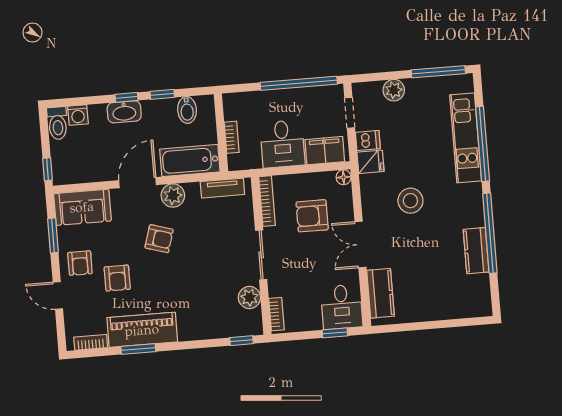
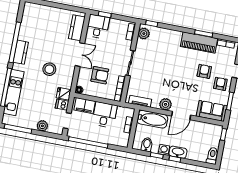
washing machine: (78, 115) -> (164, 150), moved
armchair: (159, 239) -> (178, 85), removed
kitchen counter: (476, 251) -> (21, 52), moved
plant: (249, 298) -> (144, 34), moved

